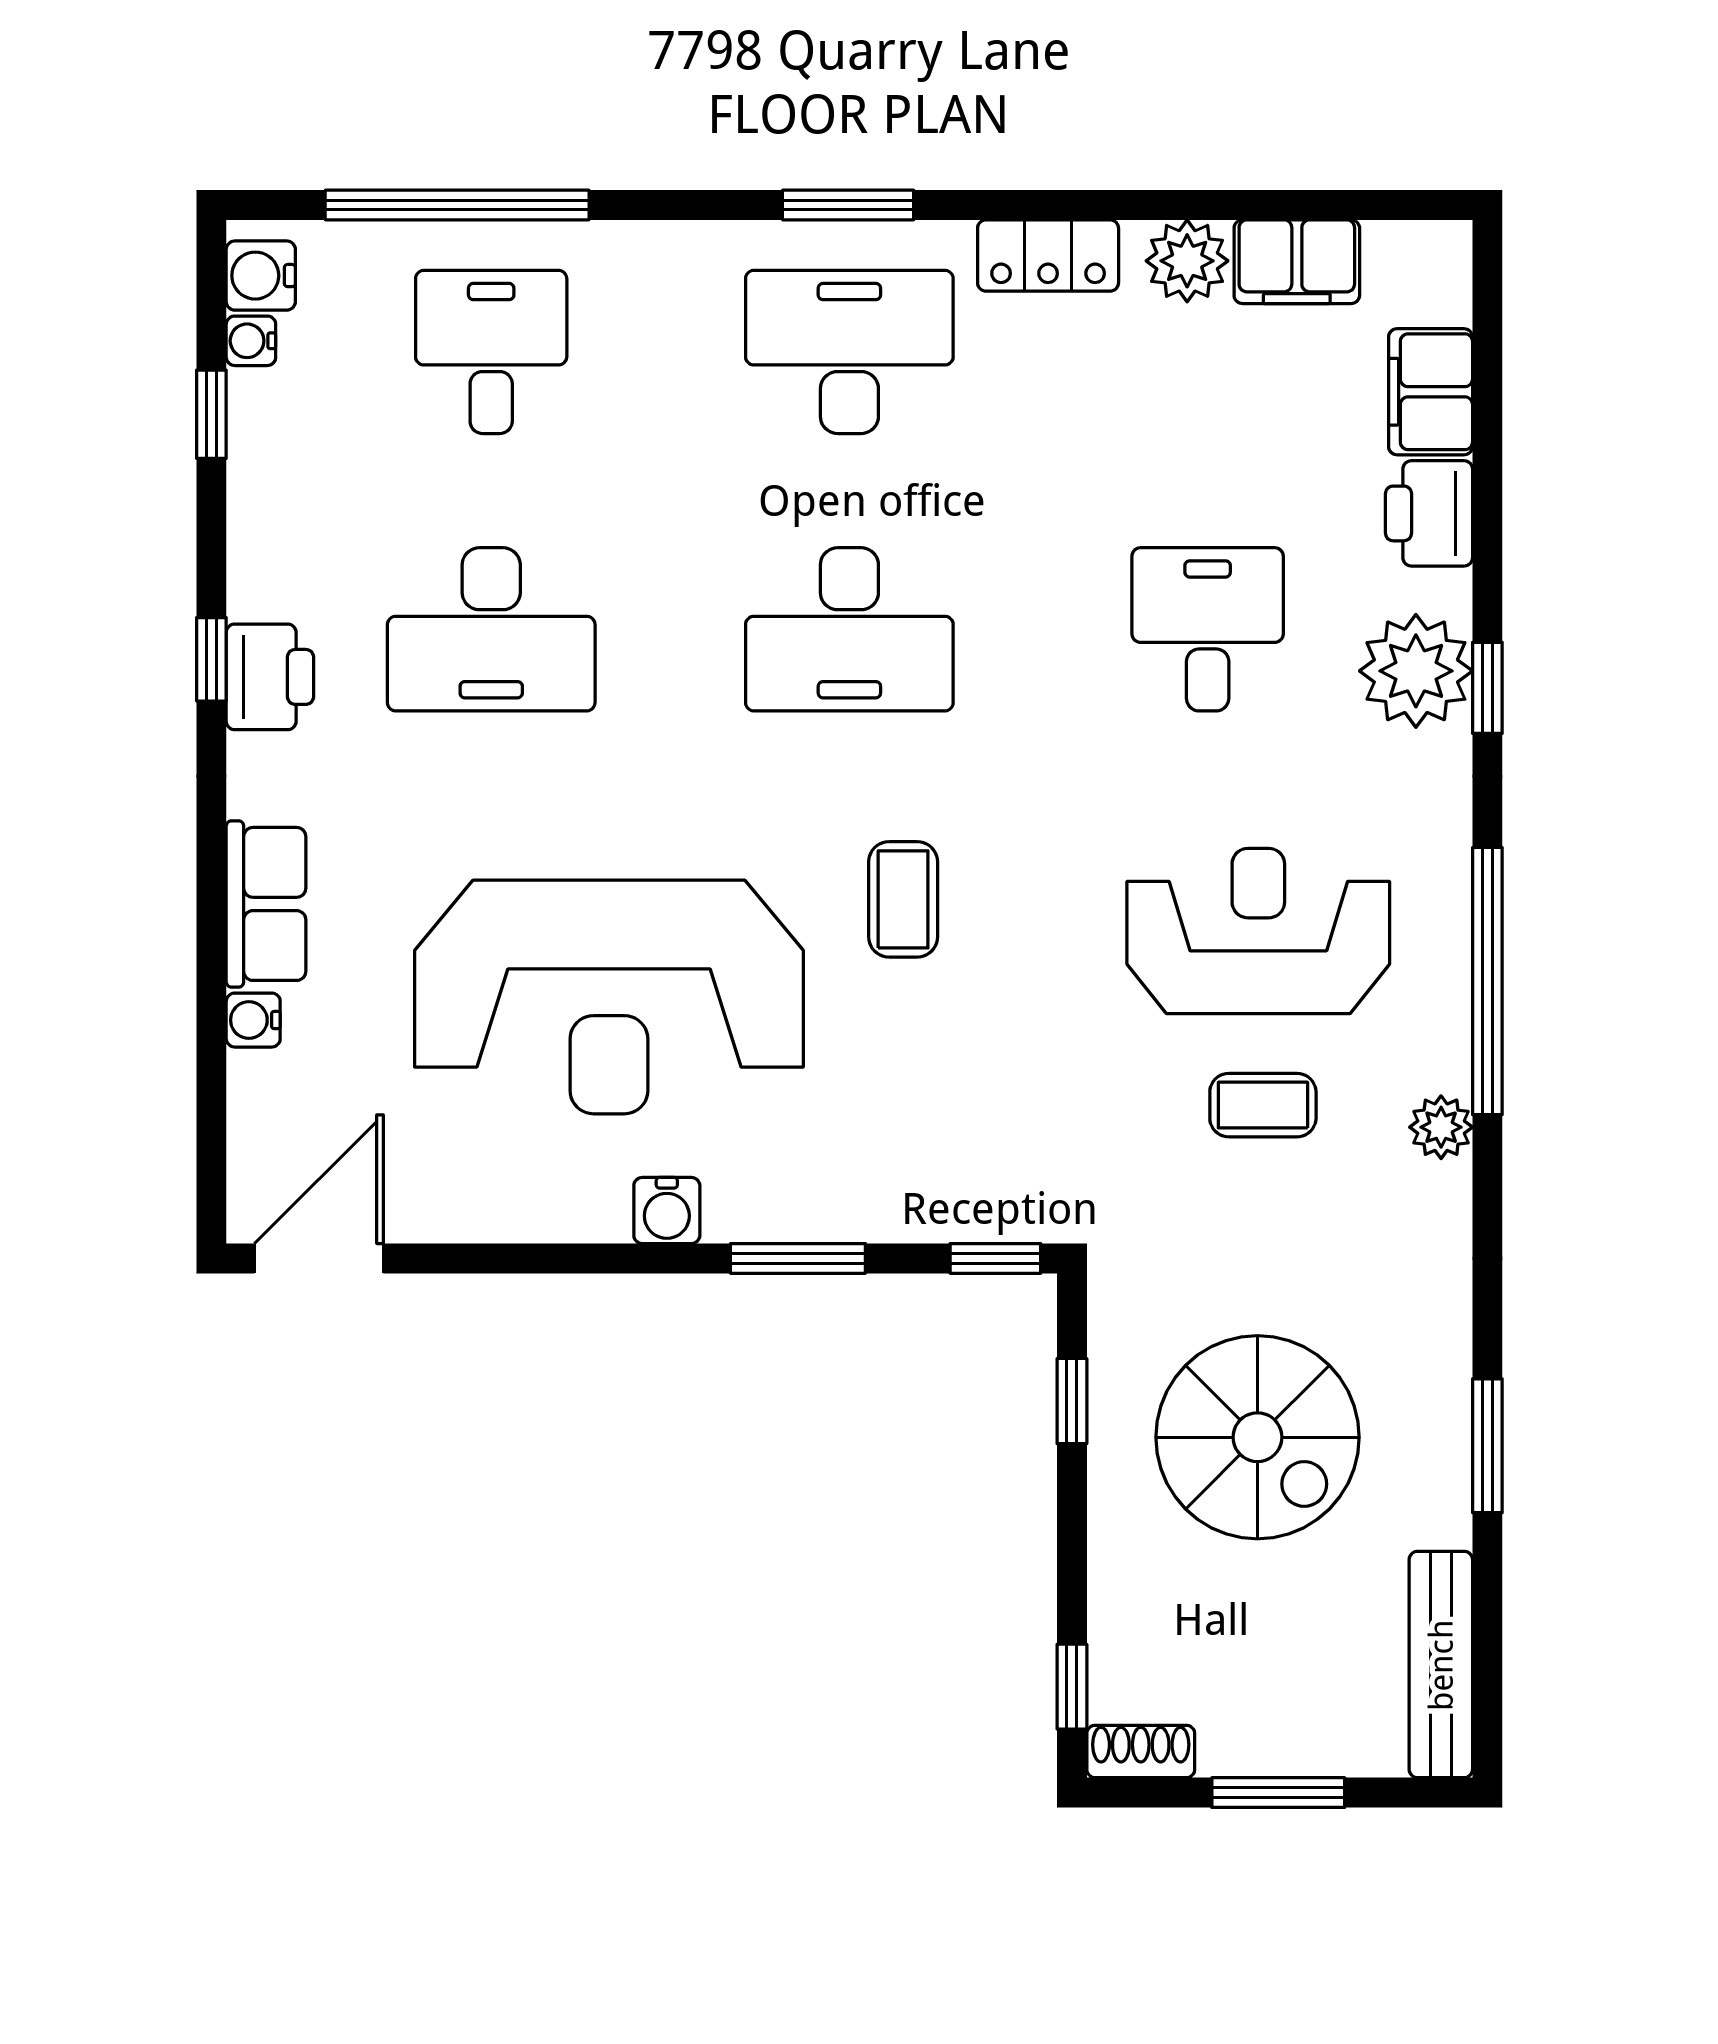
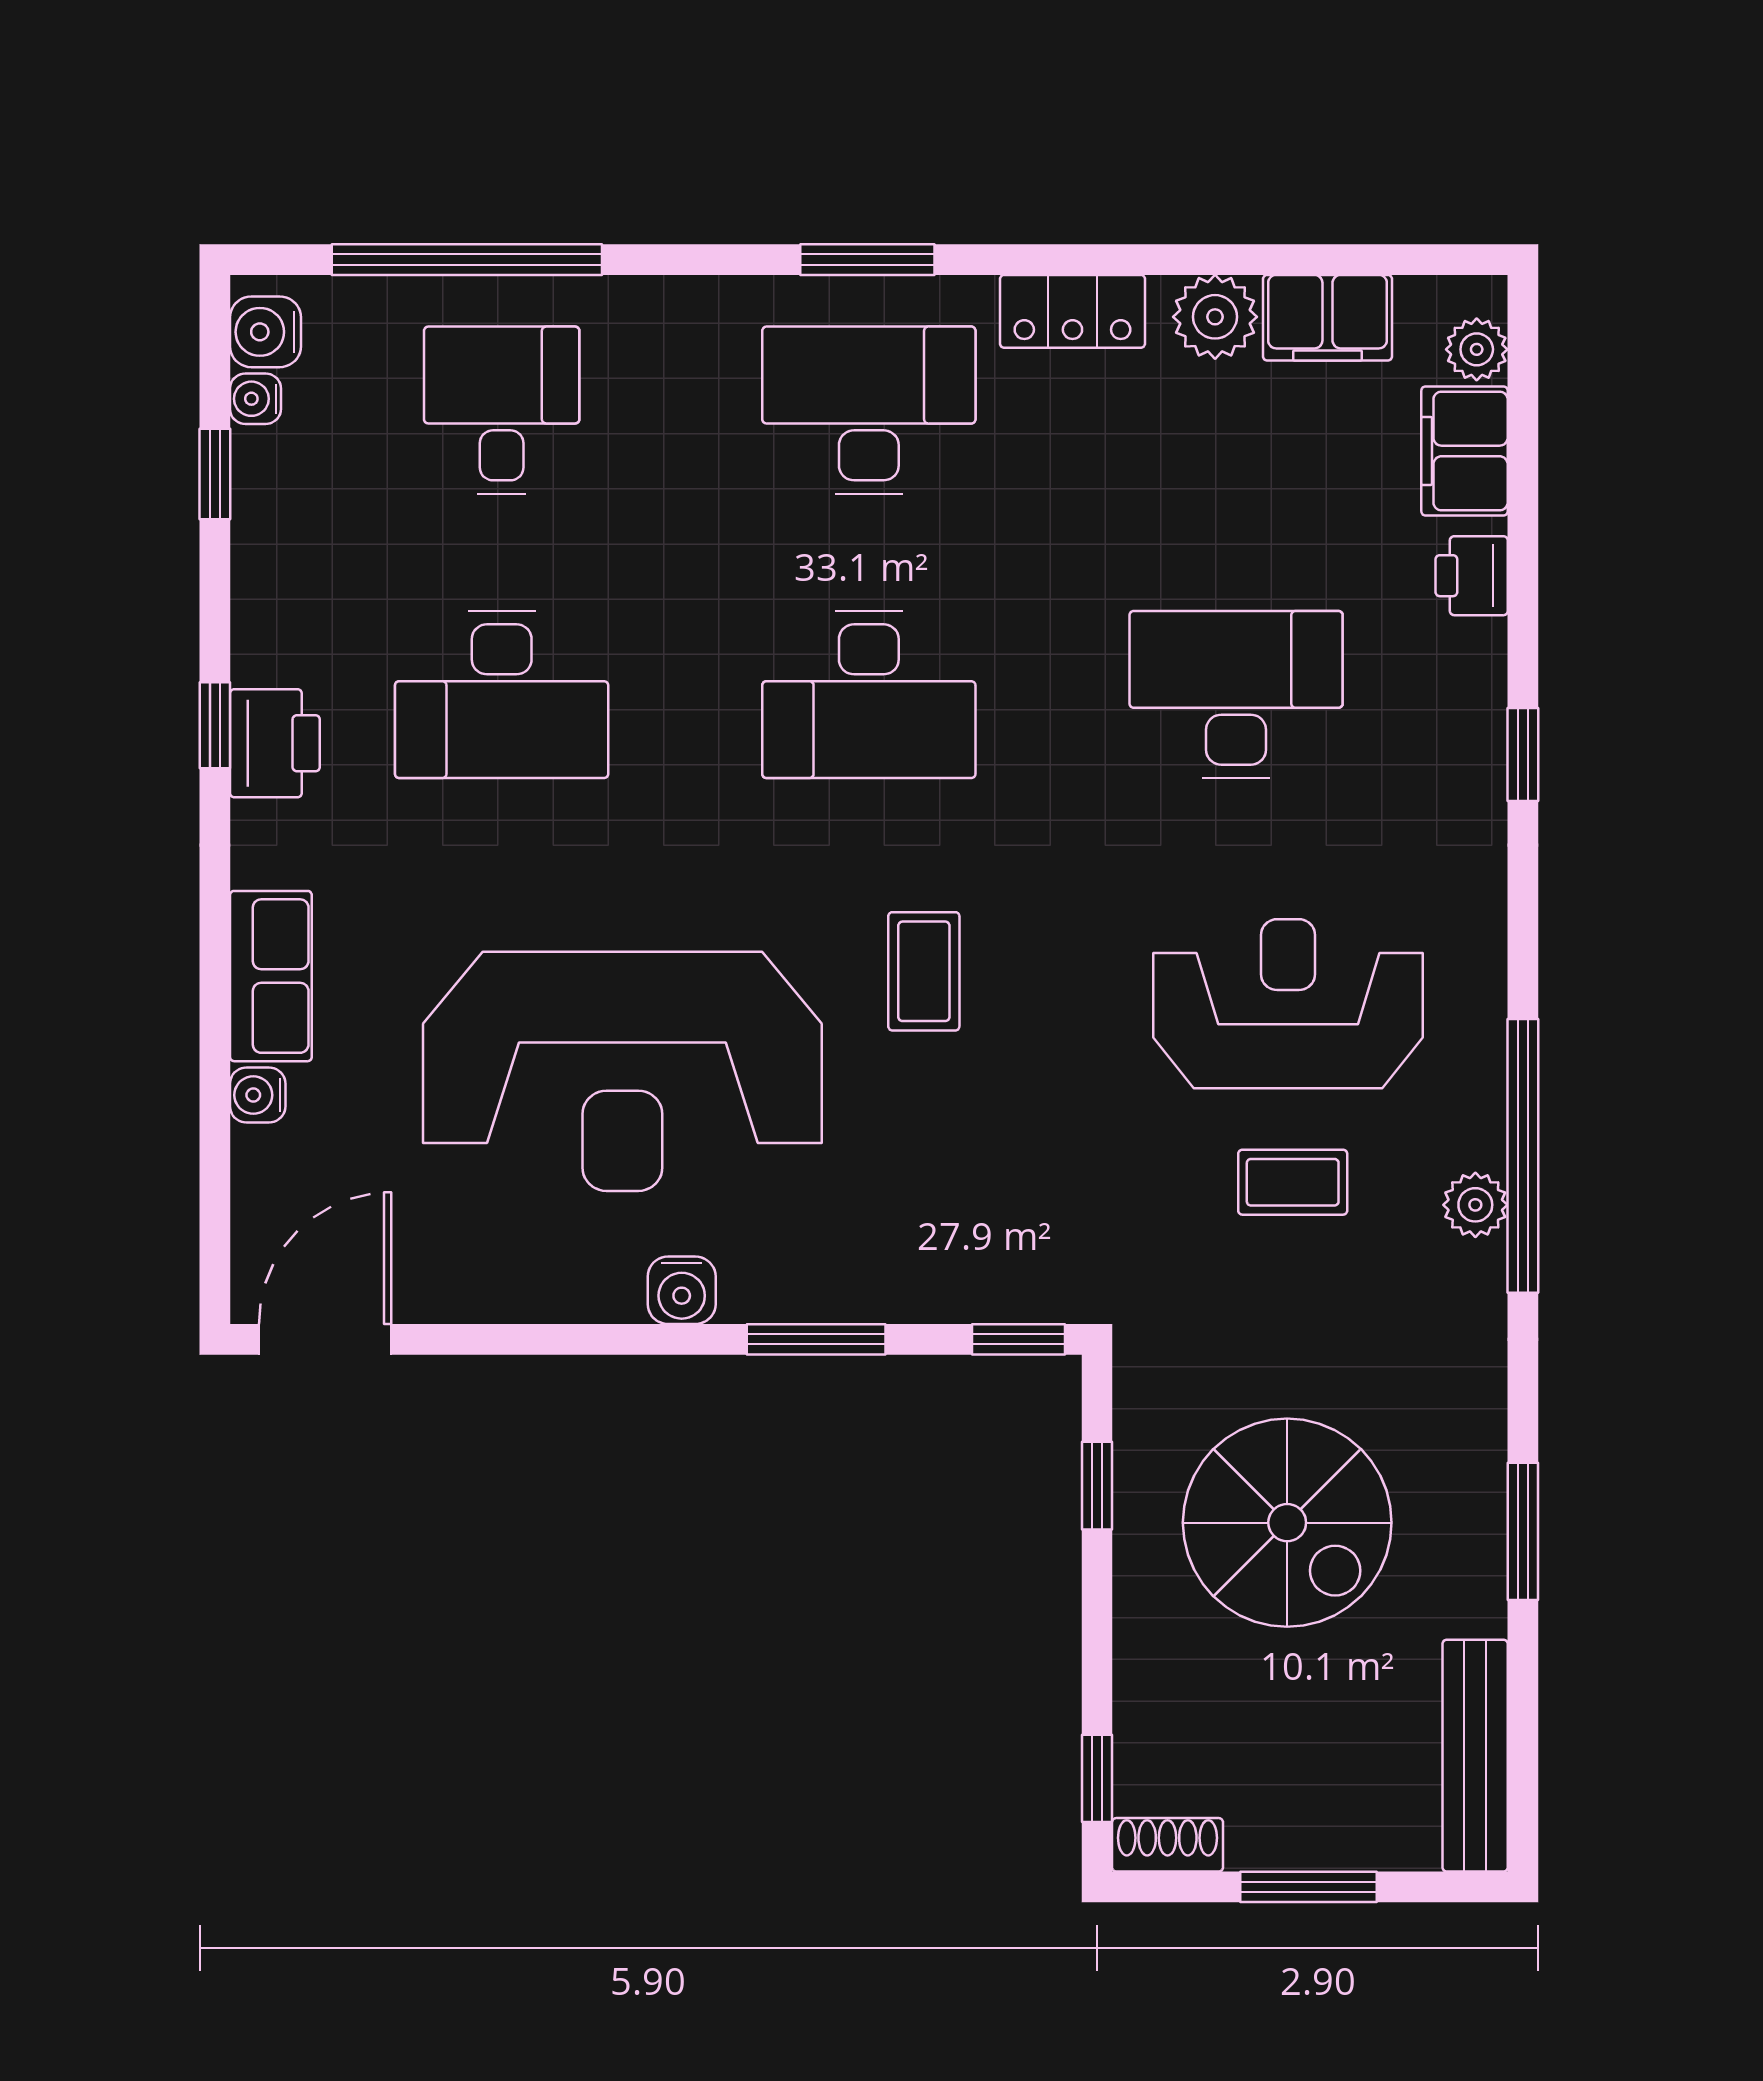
printer: (1429, 513) -> (1472, 576), width x0.73, depth x0.81
desk: (1208, 629) -> (1236, 695), width x1.37
plant: (1416, 671) -> (1477, 349), moved, width x0.53, depth x0.53
window: (1487, 981) -> (1523, 1156), moved

